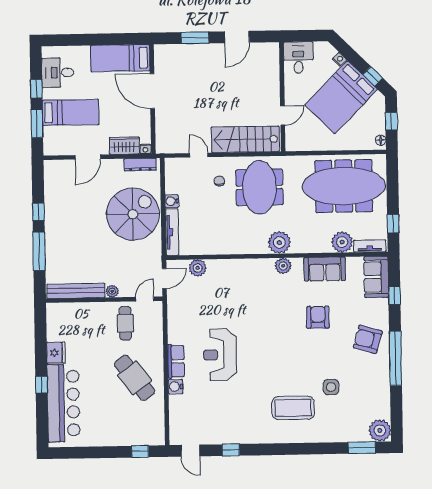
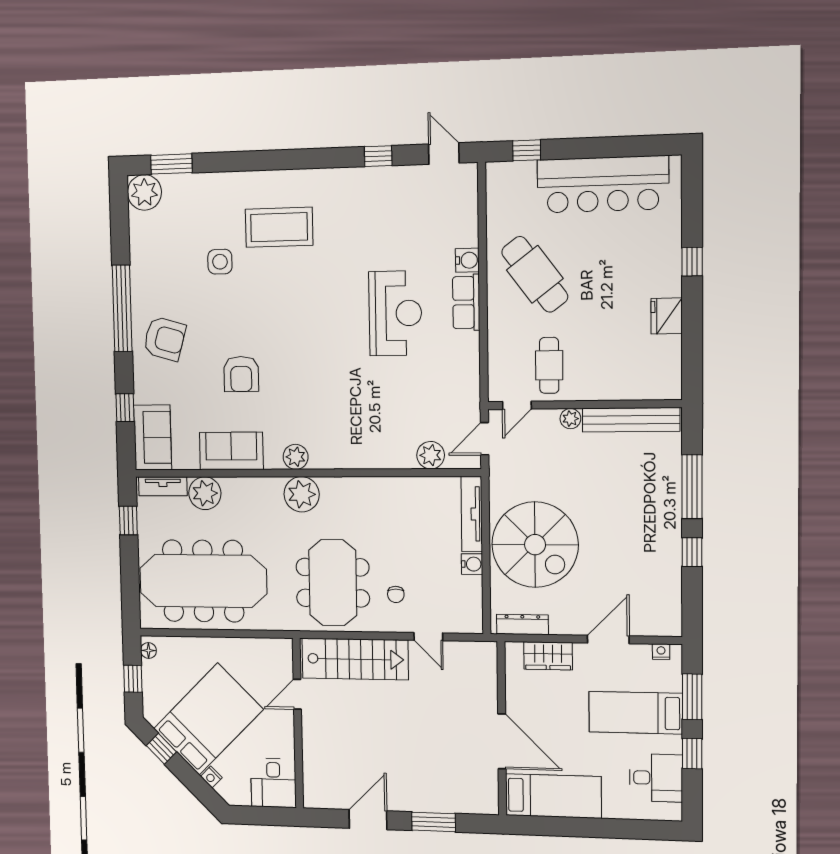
nightstand: (145, 149) -> (661, 652), moved
spiral stairs: (133, 214) -> (535, 545), turned -90
bar counter: (63, 403) -> (603, 184), moved, turned -90

